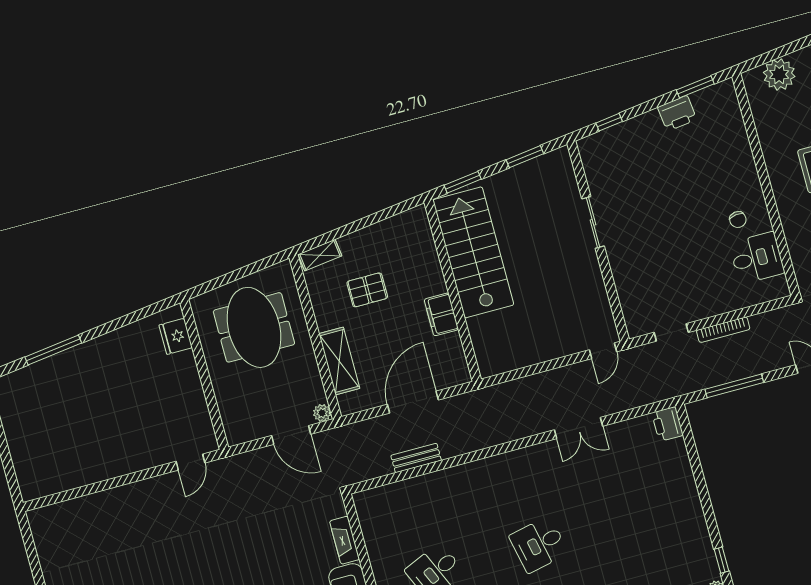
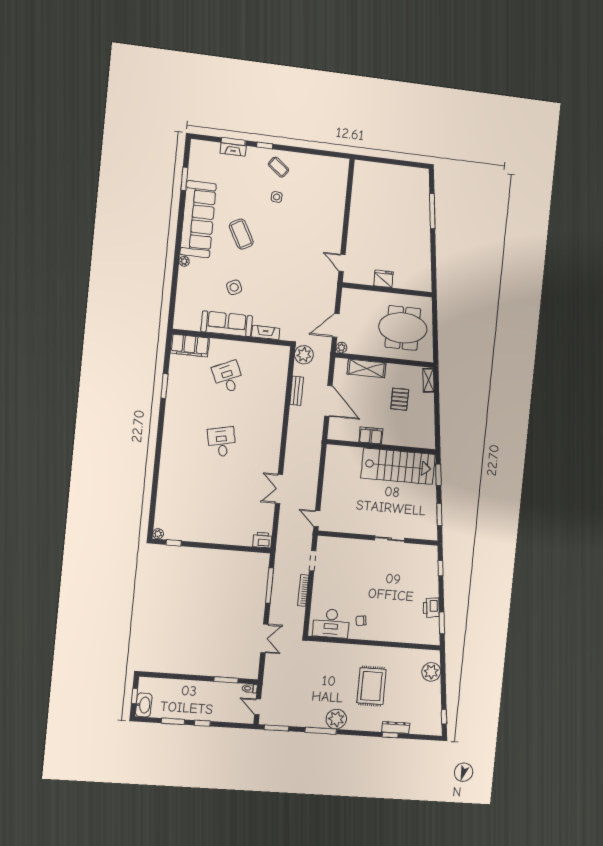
desk: (757, 258) -> (331, 623), width x1.37
fridge: (176, 336) -> (383, 279), moved
plant: (356, 468) -> (304, 355), added

